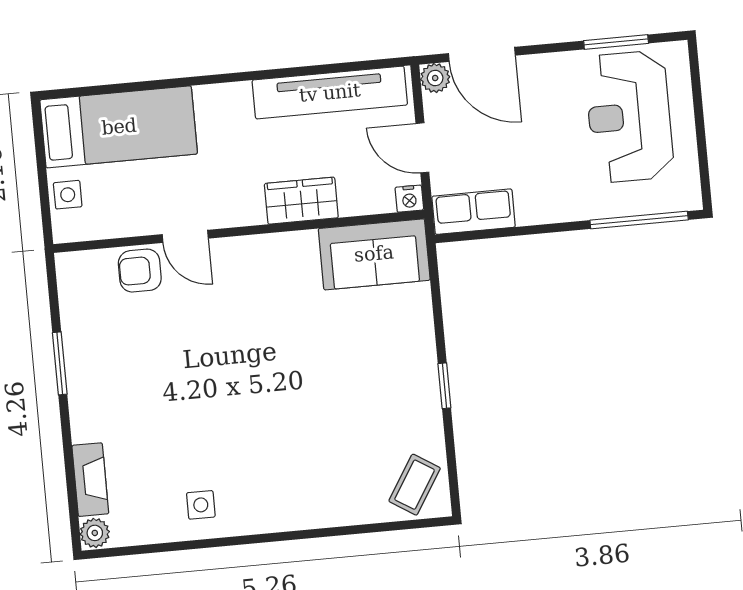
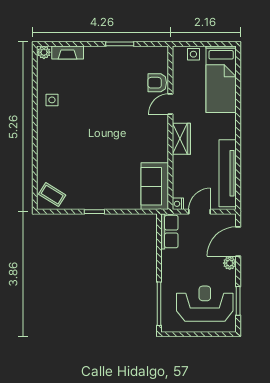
plant: (435, 78) -> (230, 263), moved
wardrobe: (301, 201) -> (181, 139), moved
armchair: (140, 271) -> (157, 83), turned -90

